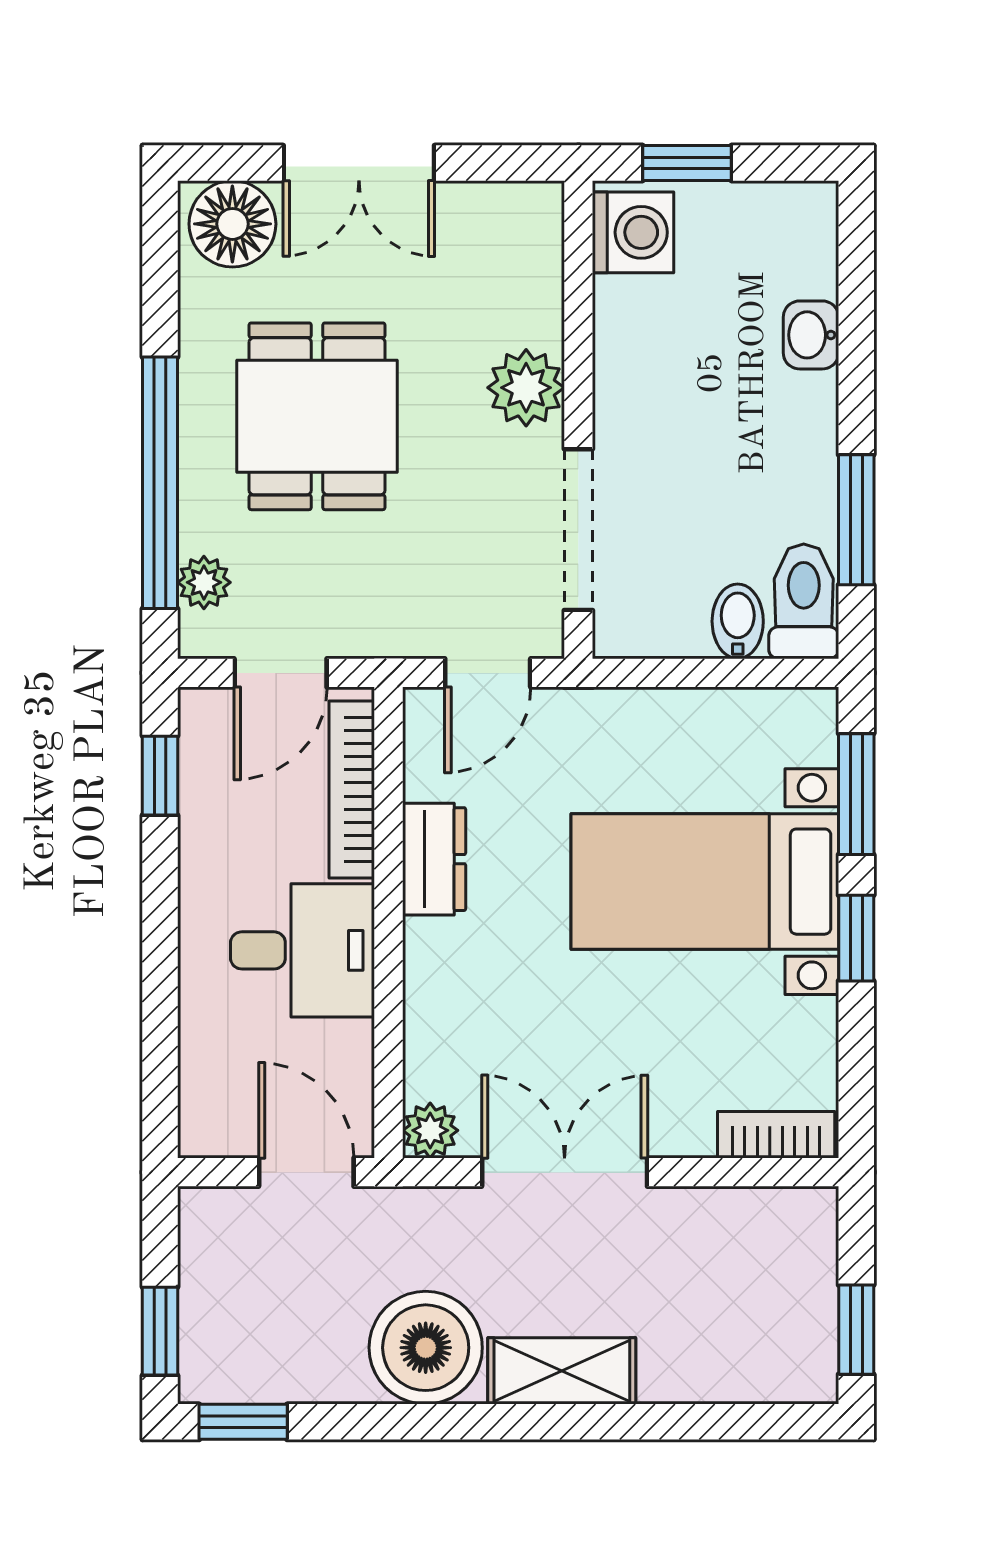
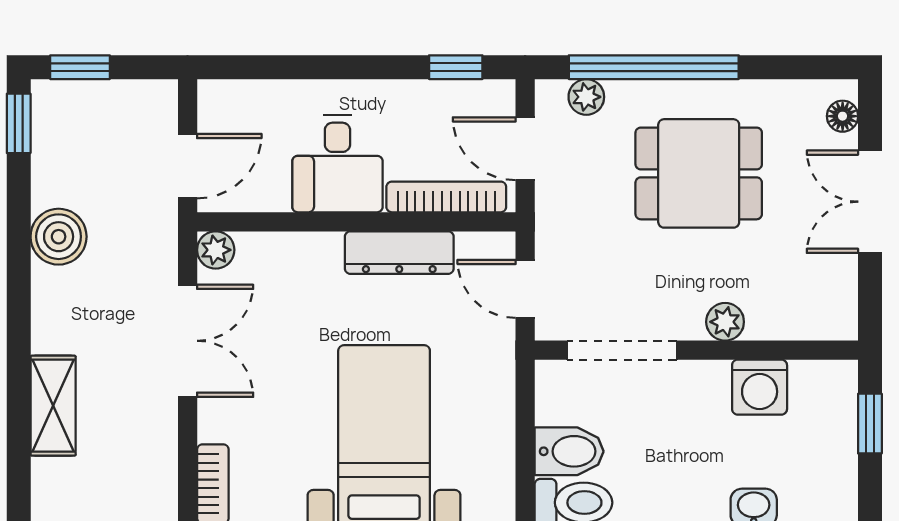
floor lamp: (232, 224) -> (843, 116), width x0.53, depth x0.53
washing machine: (633, 232) -> (760, 387), moved
plant: (526, 388) -> (725, 322), width x0.73, depth x0.73
bidet: (738, 621) -> (569, 451), width x1.38, depth x1.36
dresser: (434, 859) -> (399, 253), width x1.44
boiler: (426, 1348) -> (59, 237), width x0.73, depth x0.73
shelving: (562, 1371) -> (53, 406), moved

